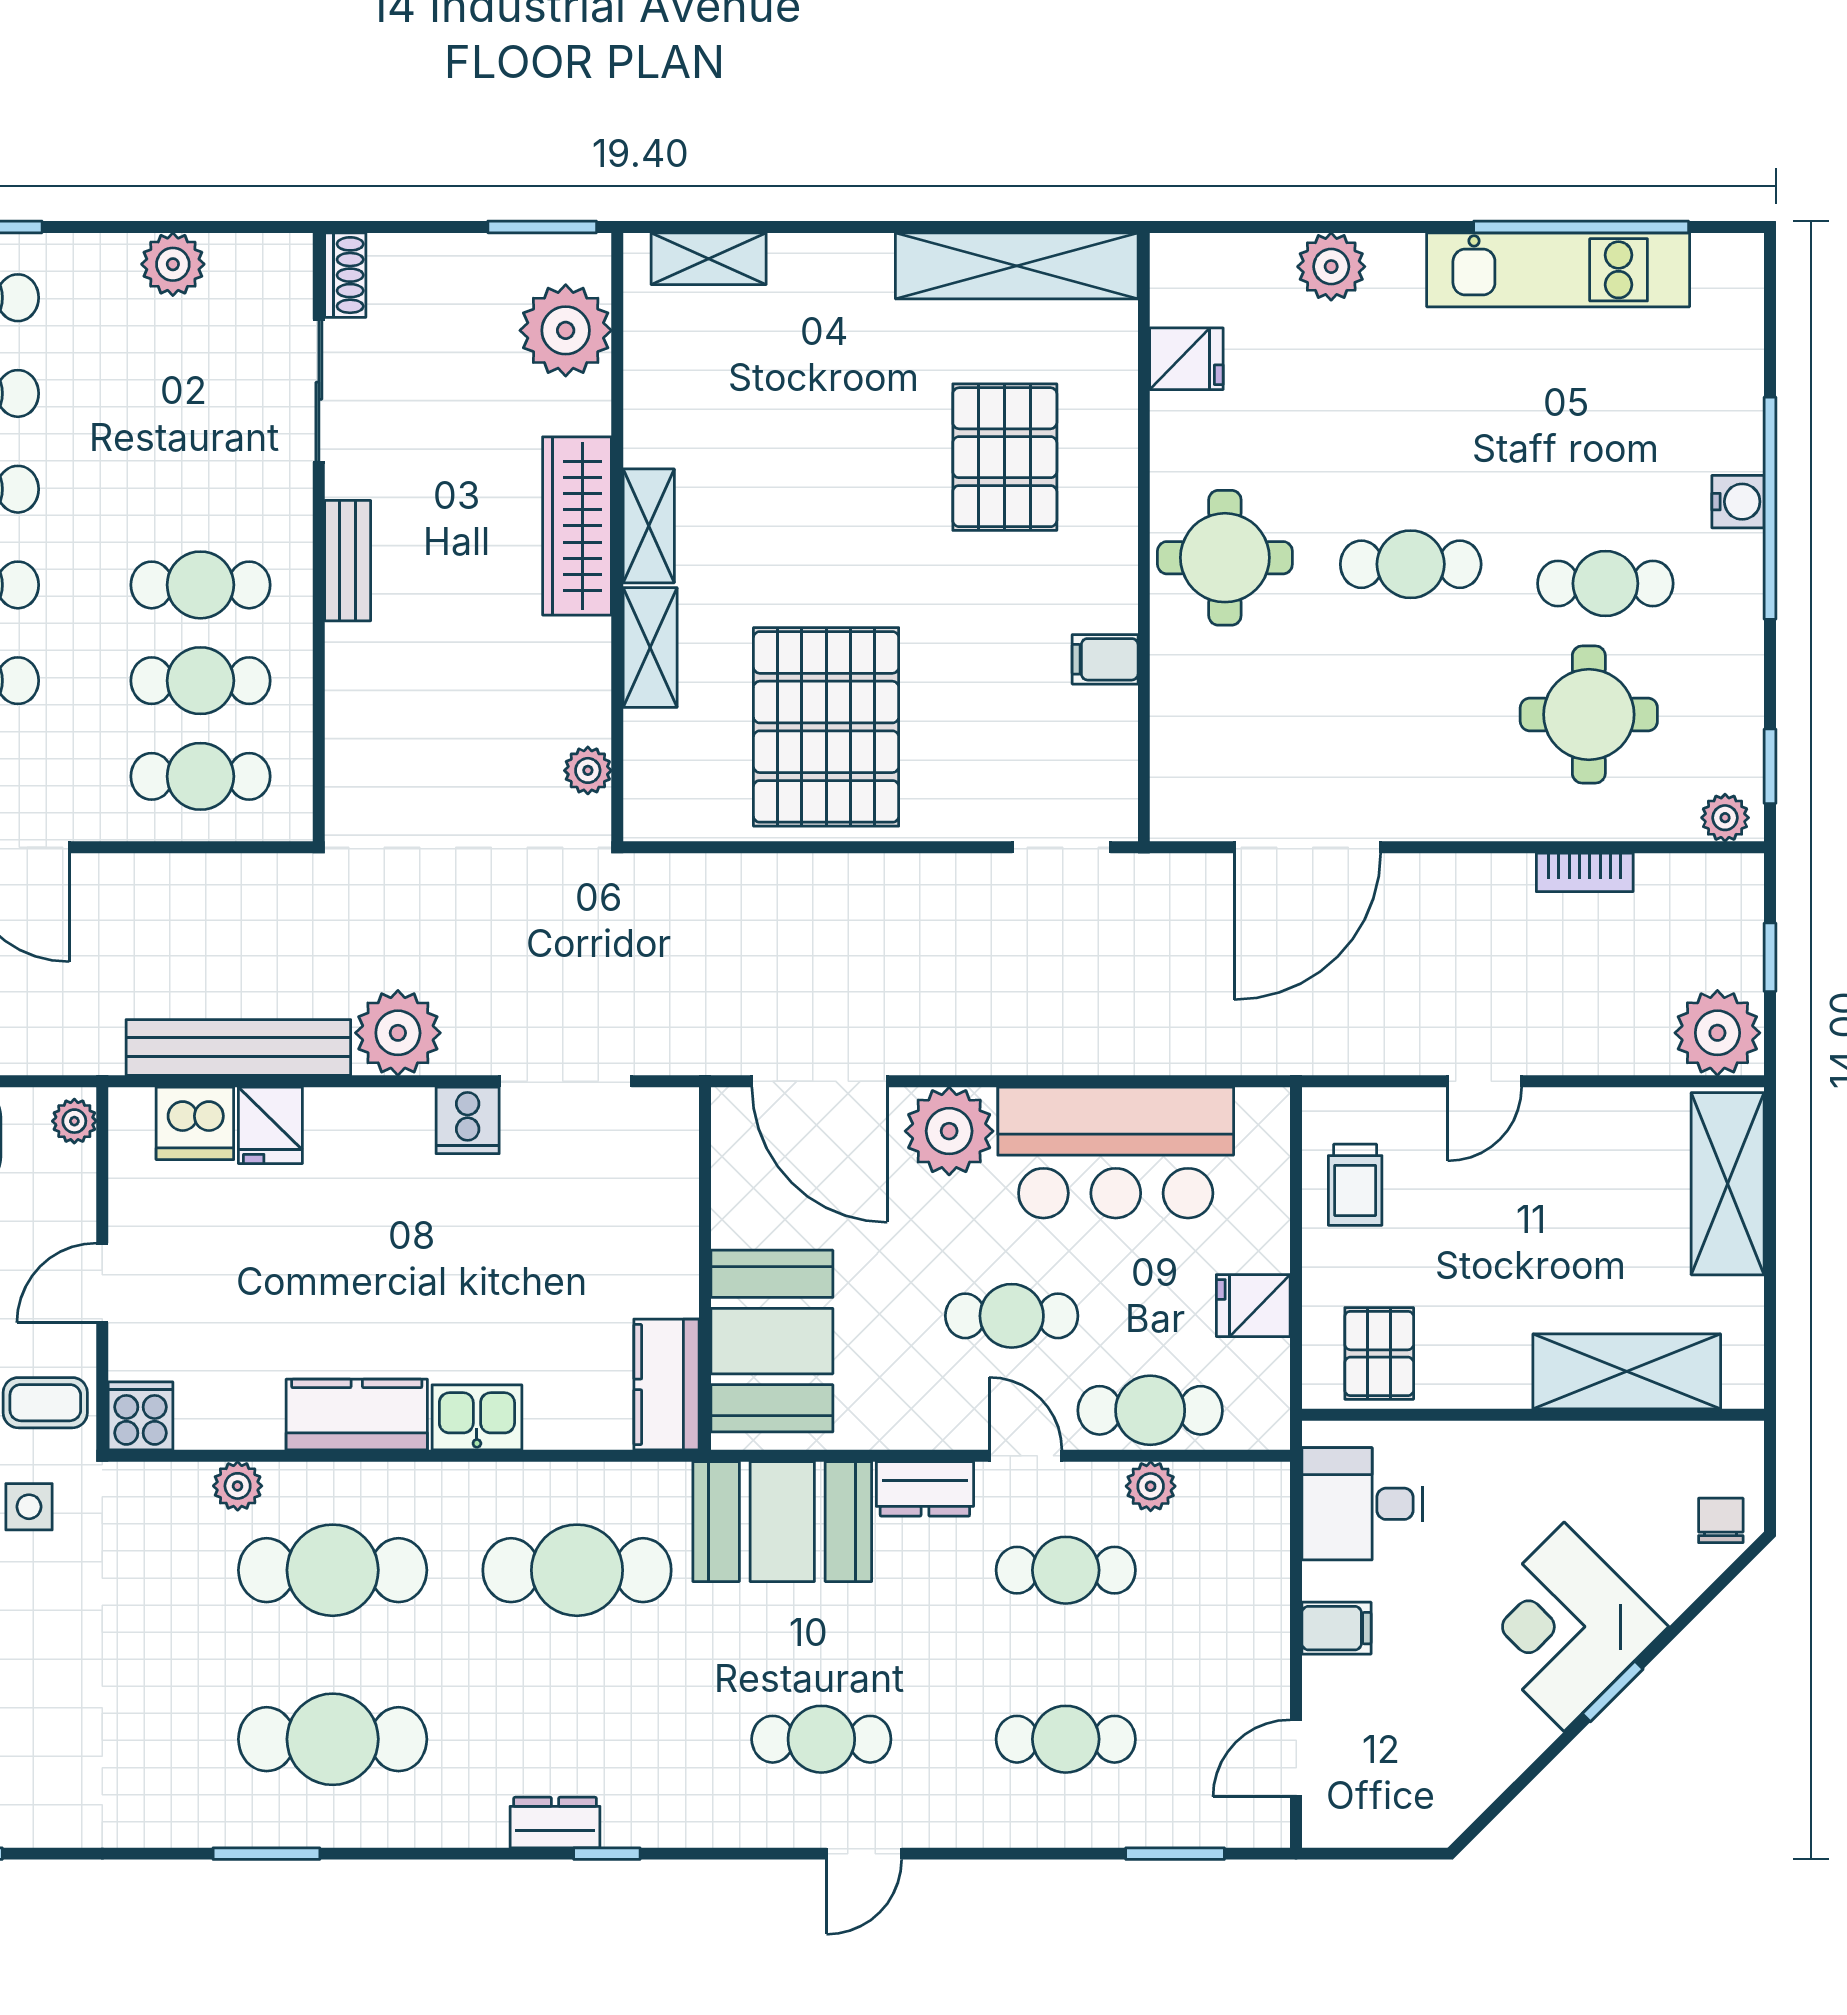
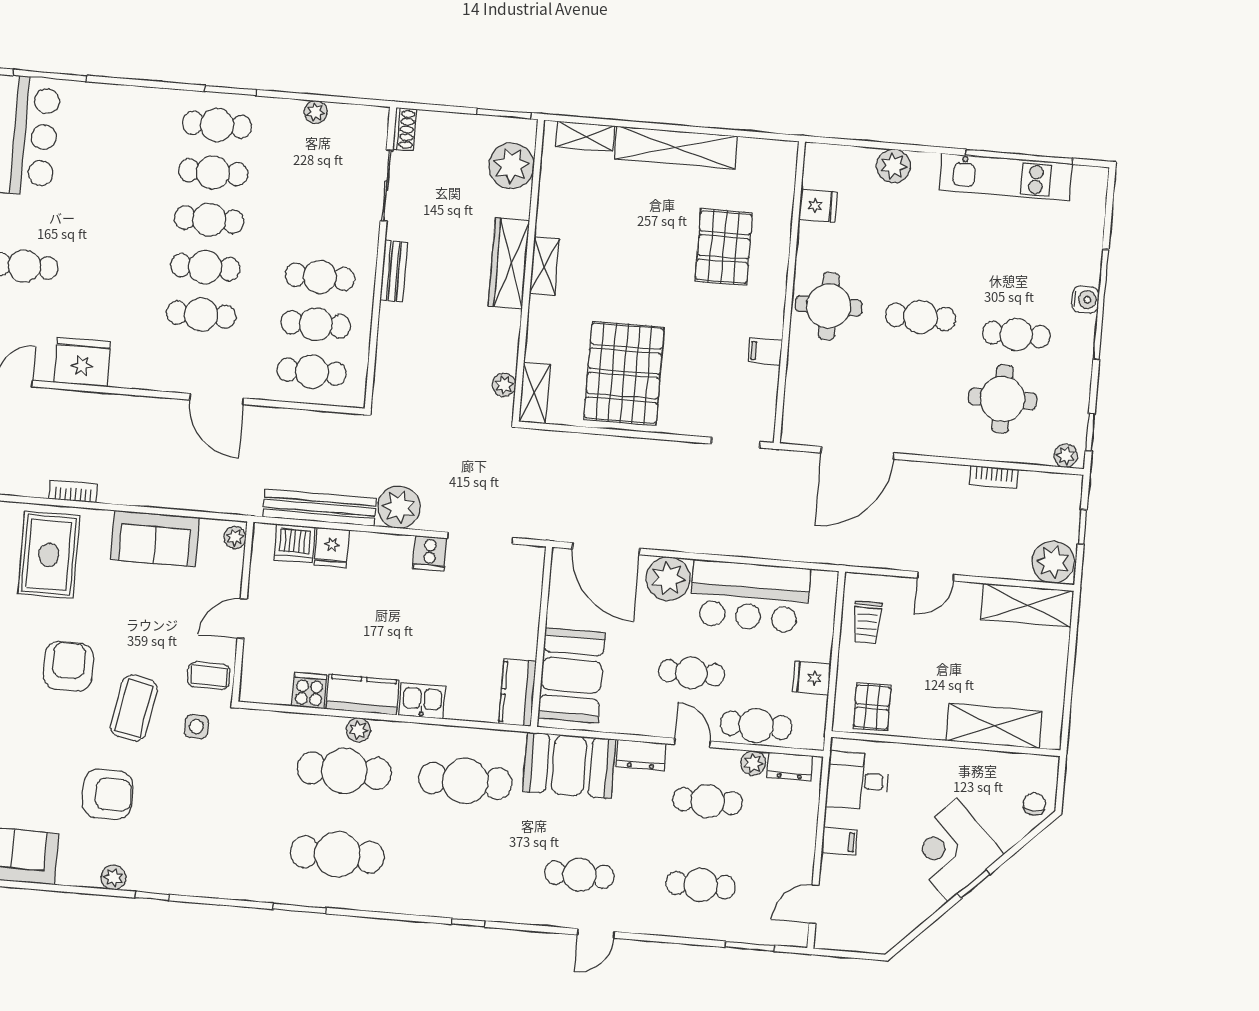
plant: (173, 264) -> (316, 112), width x0.73, depth x0.73
shelving: (1017, 266) -> (676, 147), moved
shelving: (650, 647) -> (534, 393), moved
shelving: (1728, 1184) -> (1027, 605), moved, turned 90
cooker: (140, 1416) -> (309, 691), moved
plant: (238, 1486) -> (358, 730), moved
dresser: (555, 1823) -> (790, 767), moved, turned 180

